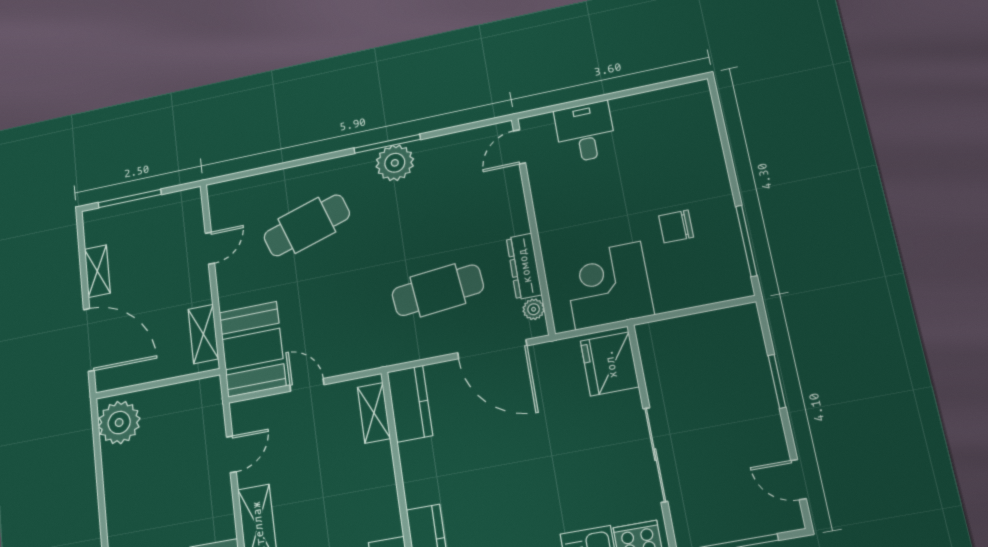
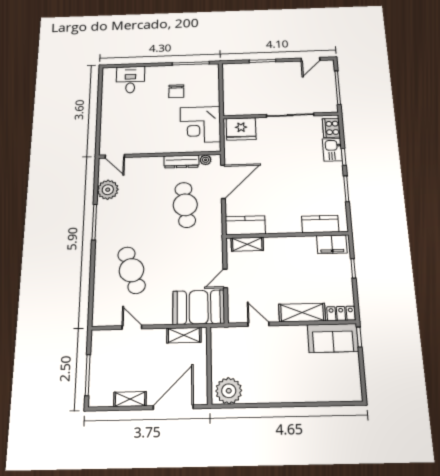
desk: (585, 132) -> (130, 80), moved, turned 90
plant: (395, 163) -> (108, 190), moved

